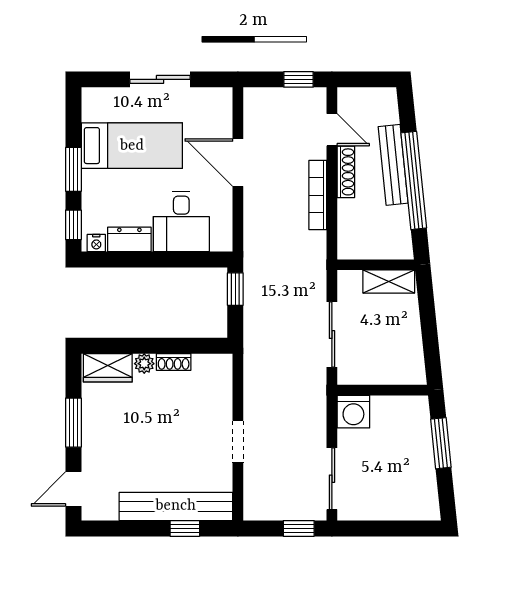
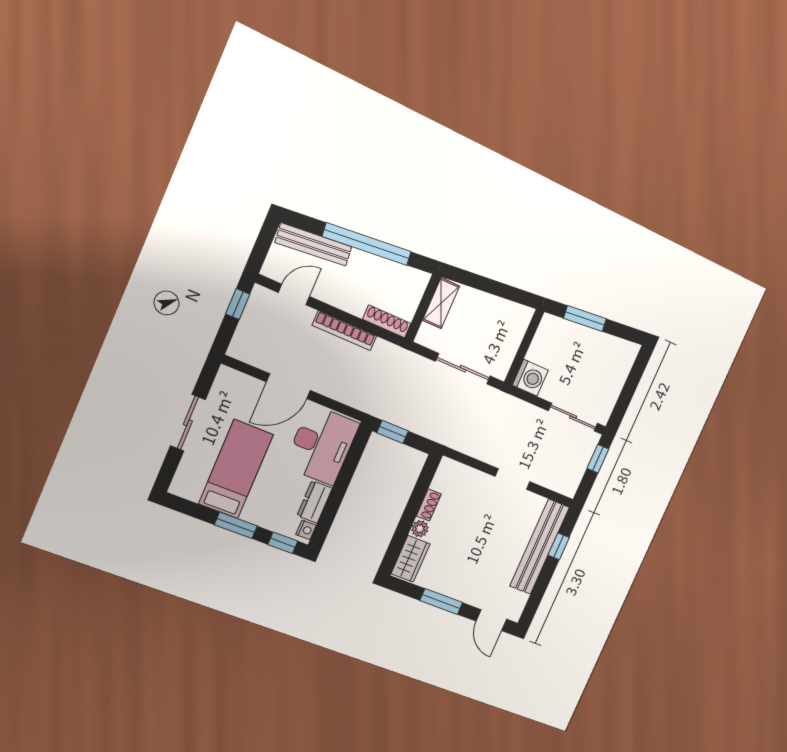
bench: (393, 165) -> (314, 245), moved
shoe rack: (346, 172) -> (387, 321), moved
desk: (181, 221) -> (322, 445), width x1.37

